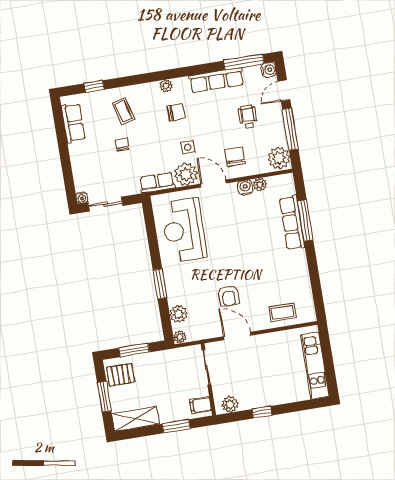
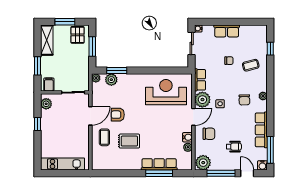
row of seats: (73, 123) -> (227, 31), moved
rug: (265, 272) -> (129, 141), added
window: (160, 284) -> (117, 71), moved
coffee table: (283, 312) -> (104, 137), moved

